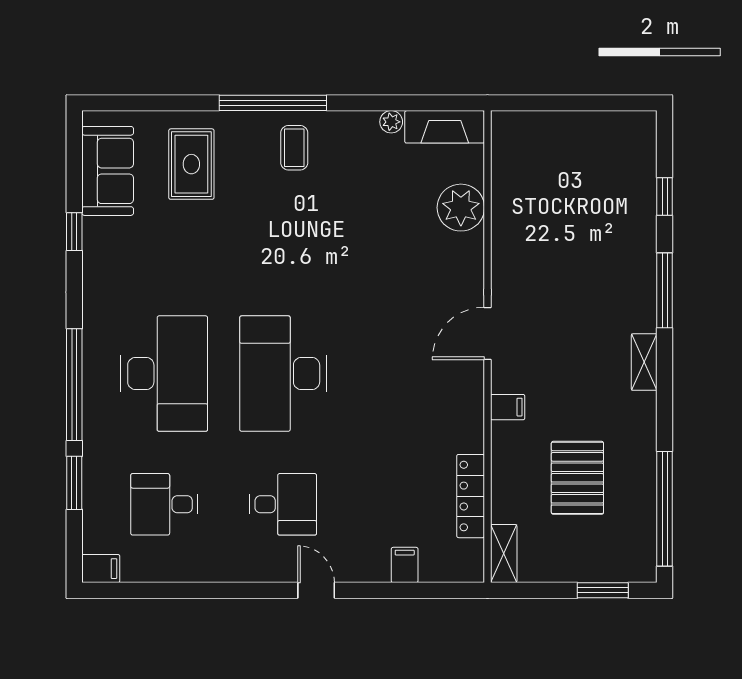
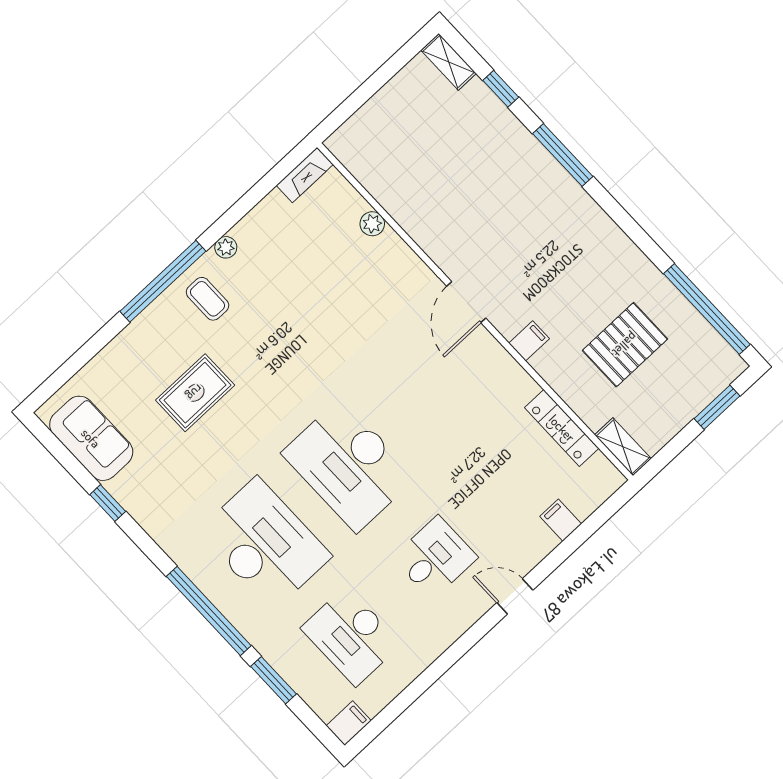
plant: (391, 122) -> (226, 247), moved
fireplace: (445, 127) -> (305, 175), width x0.73, depth x0.76
rug: (191, 164) -> (195, 393), moved, turned 90
plant: (461, 208) -> (372, 224), width x0.53, depth x0.53
shelving: (644, 362) -> (449, 62), moved
pallet: (577, 478) -> (625, 345), turned 90
desk: (164, 504) -> (351, 636), width x1.37

